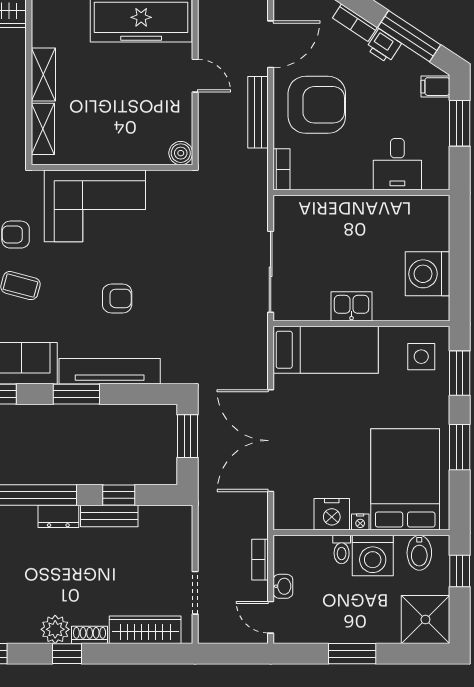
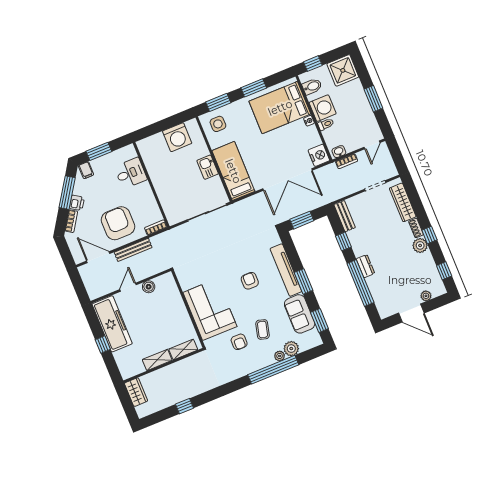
boiler: (181, 153) -> (149, 287), moved
nightstand: (332, 514) -> (319, 155), moved
bench: (109, 516) -> (345, 216), moved
washbasin: (283, 586) -> (339, 152), moved

